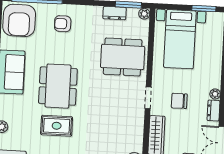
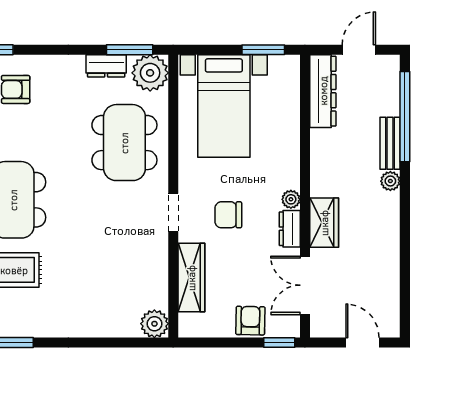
plant: (144, 14) -> (150, 73), width x1.88, depth x1.88
dining table: (123, 57) -> (124, 143), turned 90

